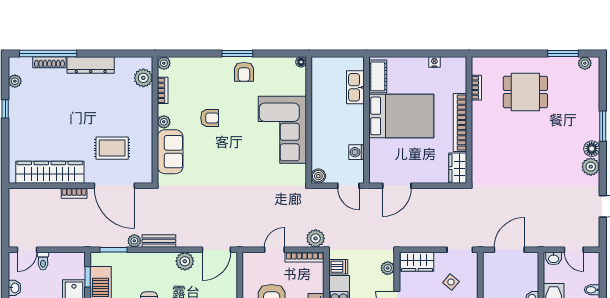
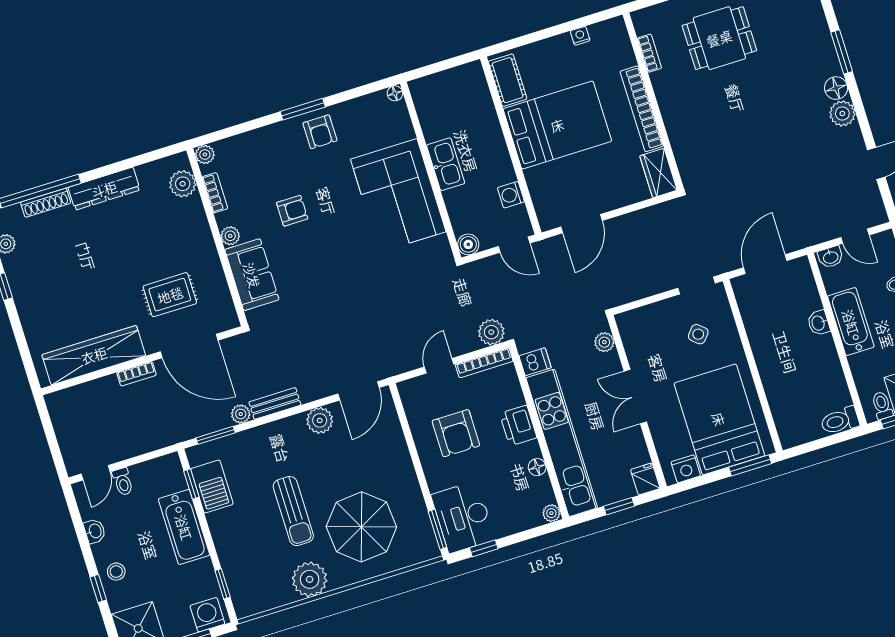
kitchen sink: (355, 87) -> (446, 164), moved, turned 180
wardrobe: (417, 262) -> (642, 321), removed

